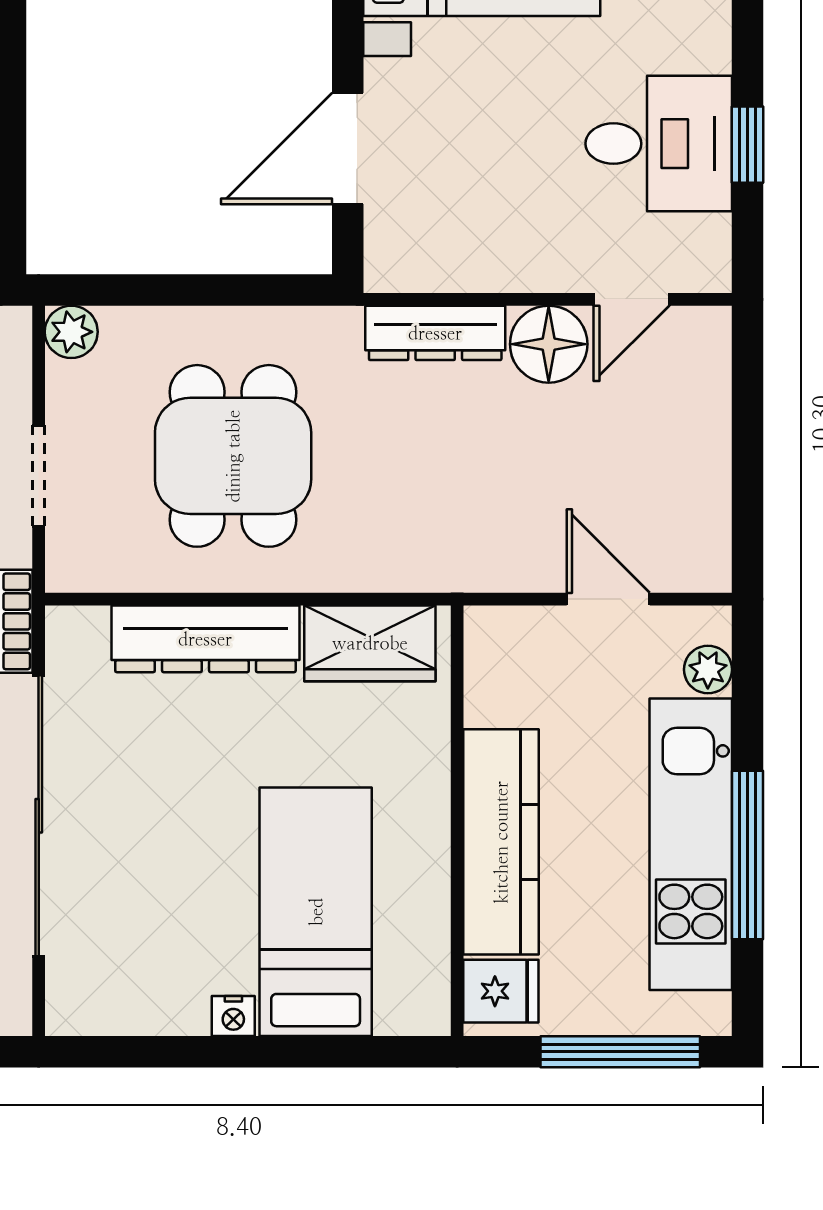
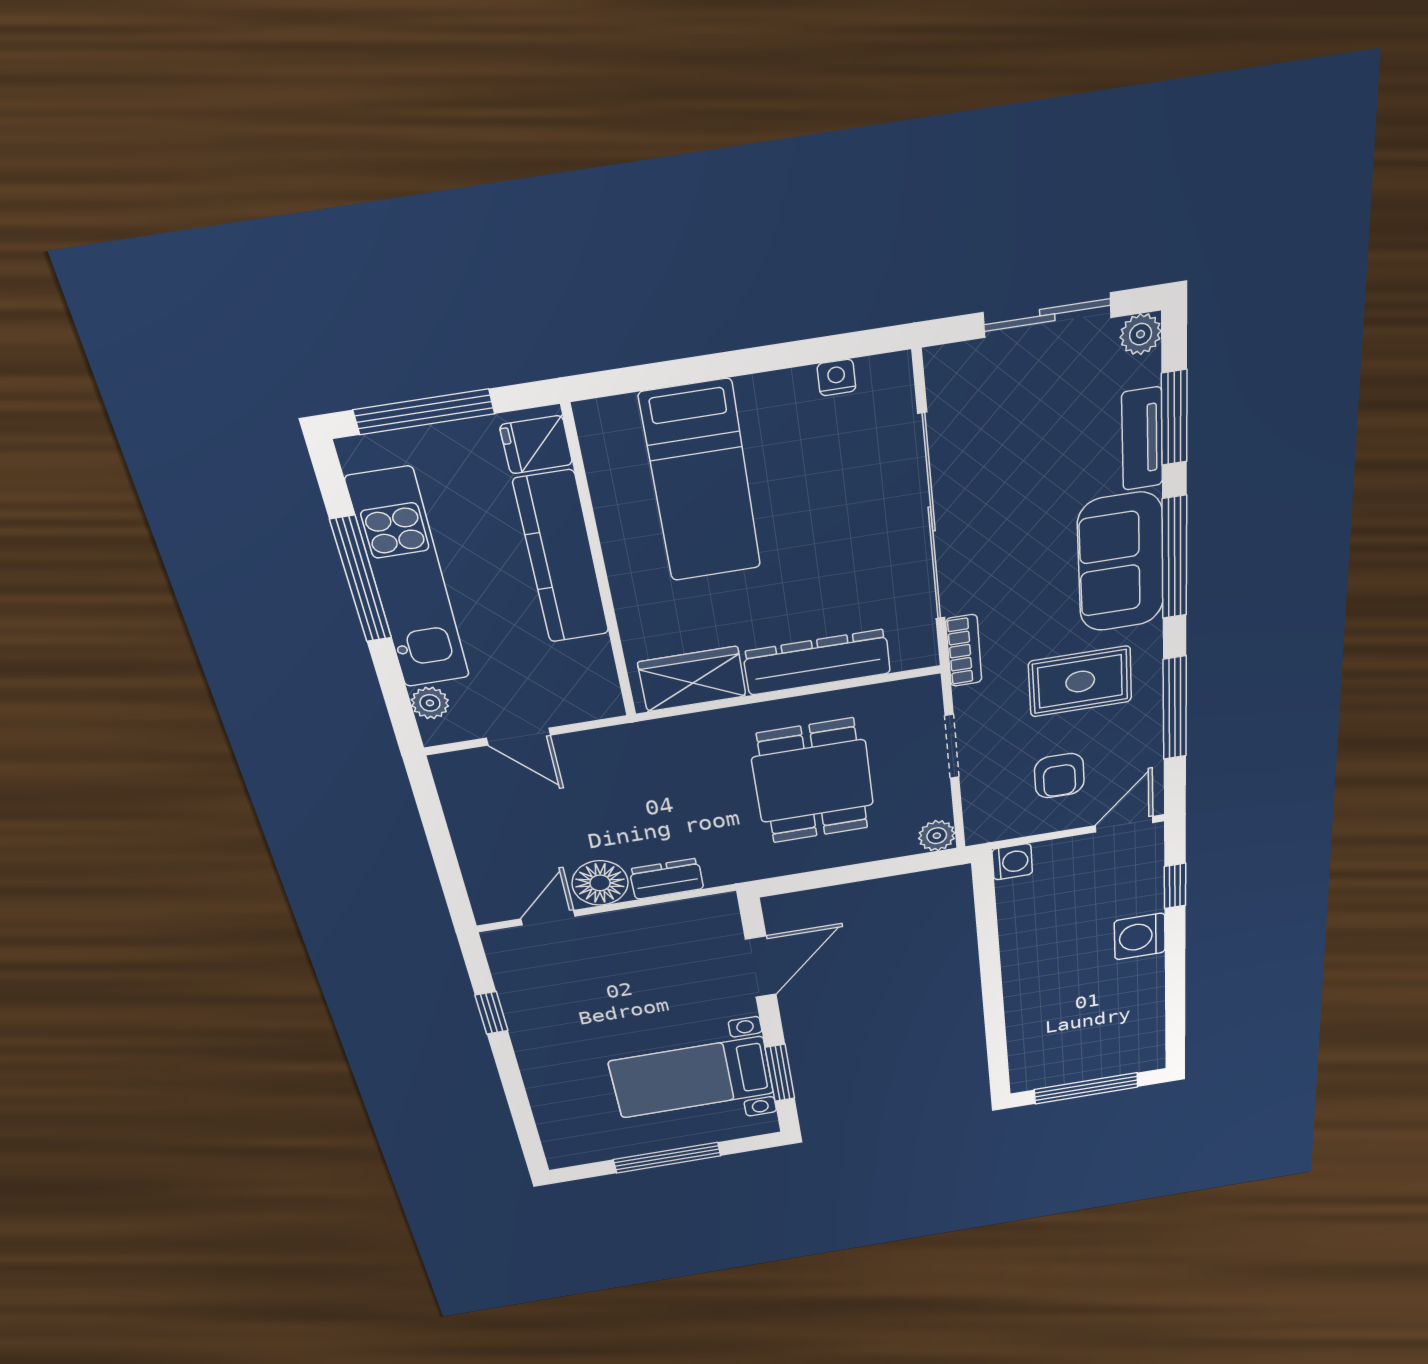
desk: (659, 144) -> (552, 1004), removed
dresser: (435, 333) -> (667, 879), width x0.70
nightstand: (233, 1016) -> (836, 377), moved

